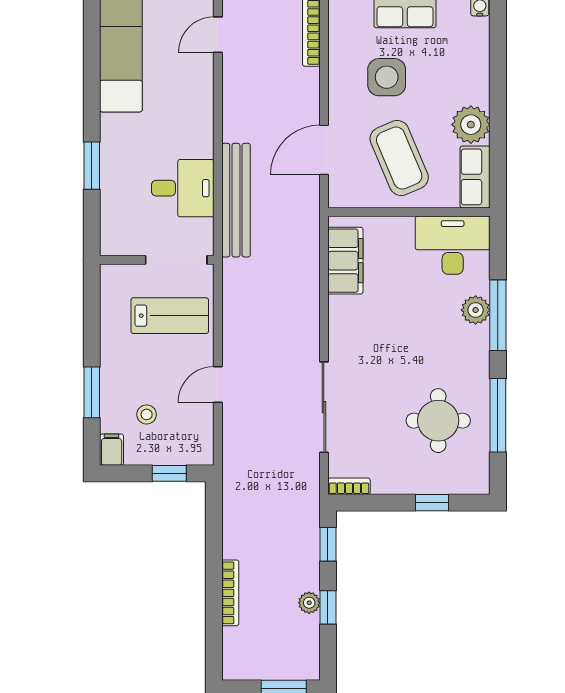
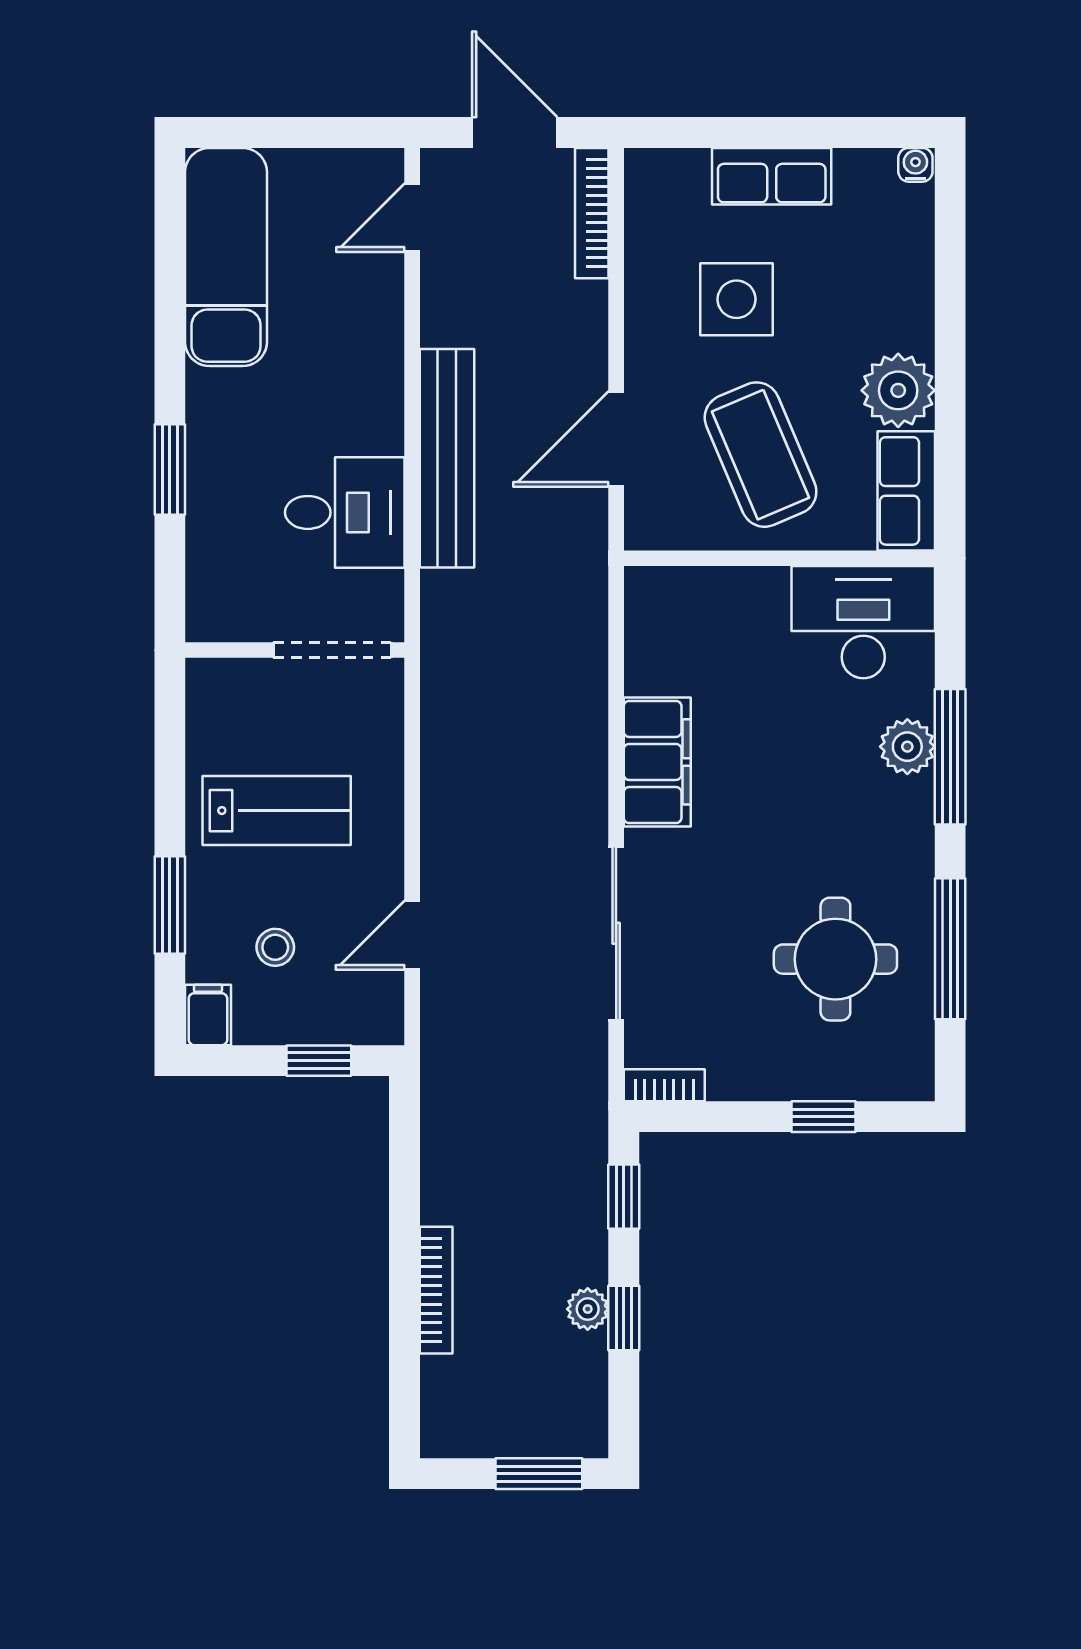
bench: (236, 200) -> (447, 458), moved
filing cabinet: (345, 261) -> (657, 762), moved
lab bench: (170, 316) -> (277, 811), moved
door: (218, 385) -> (412, 935), moved

